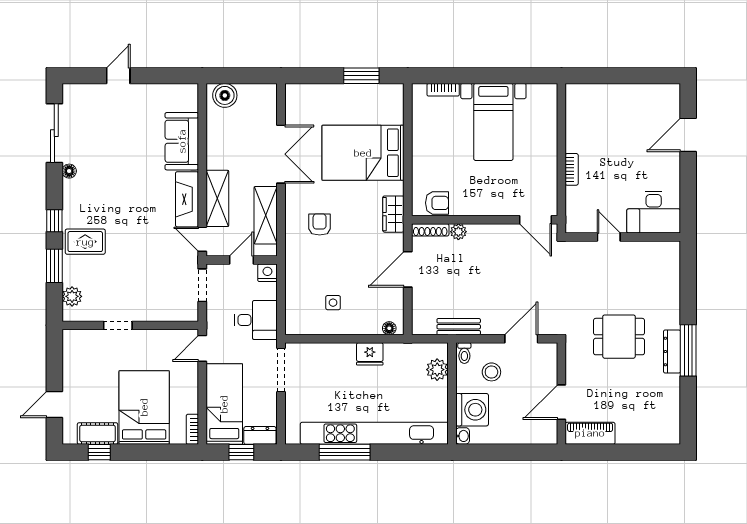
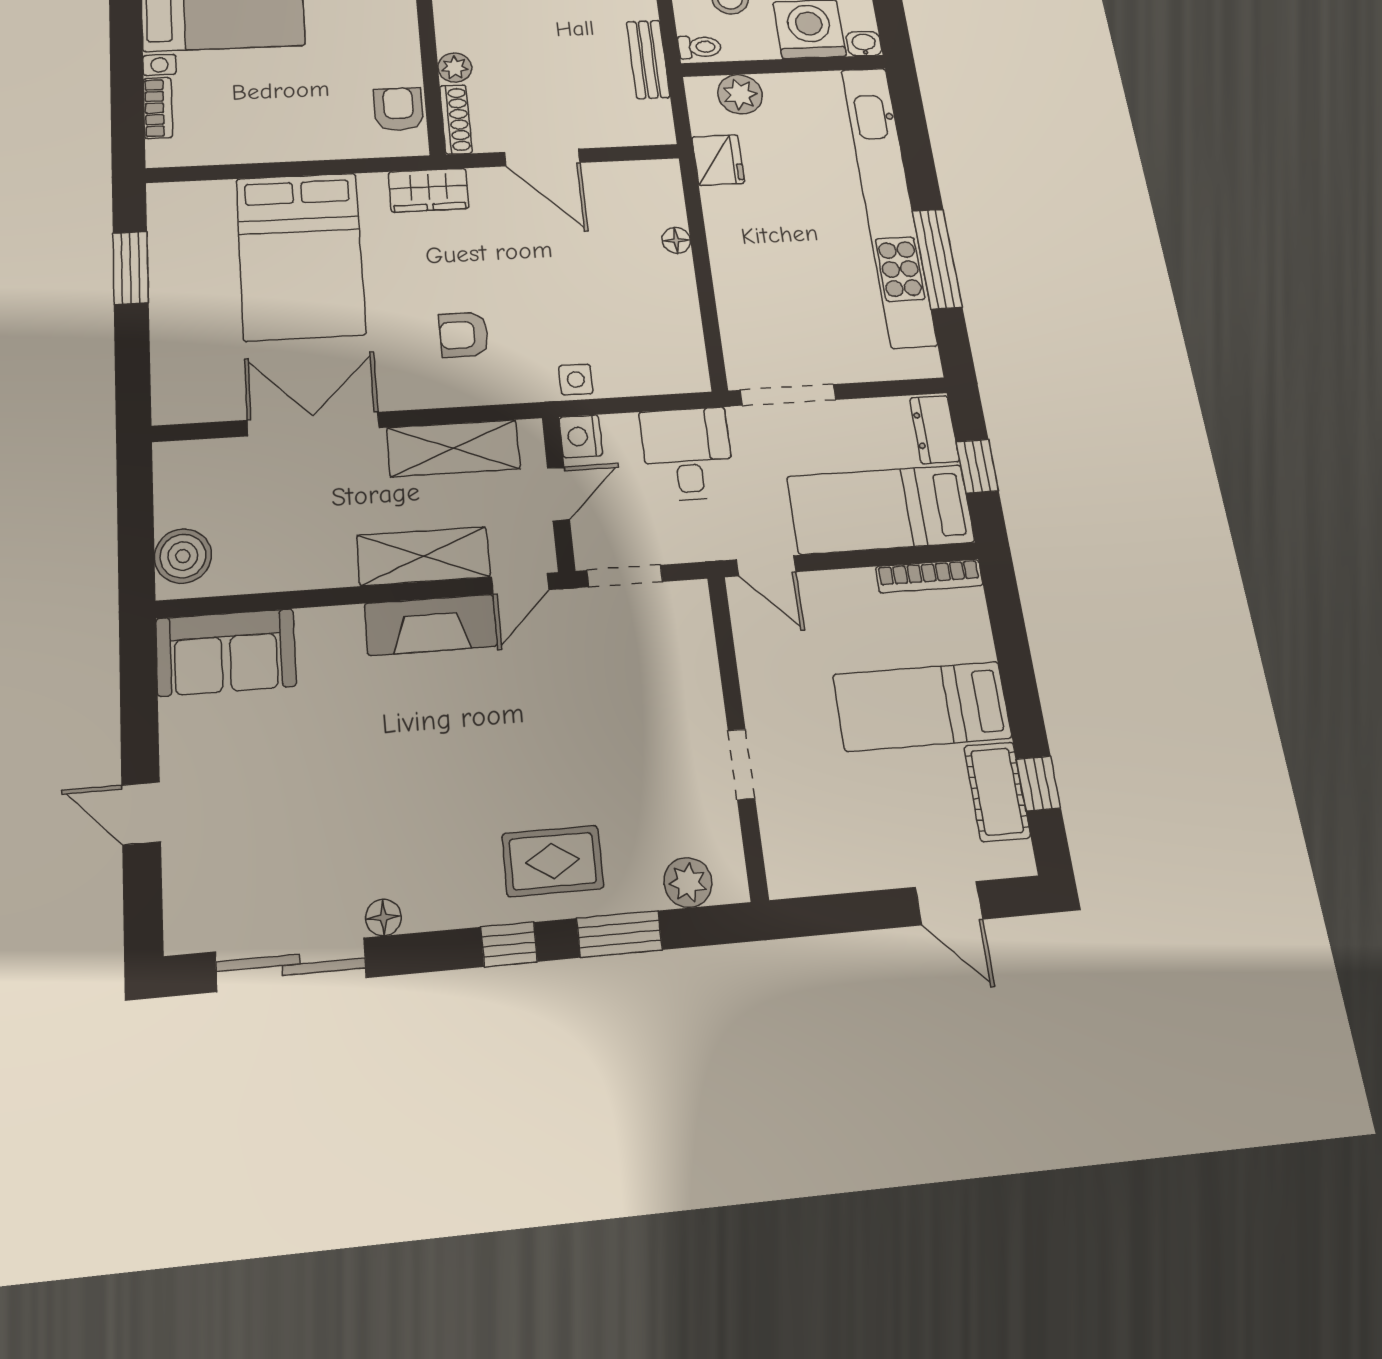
sofa: (182, 141) -> (226, 652), moved
rug: (85, 242) -> (553, 861), turned 90
door: (241, 260) -> (558, 494), swing flipped
side table: (333, 303) -> (576, 379), moved
floor lamp: (389, 328) -> (676, 240), moved
fridge: (370, 354) -> (718, 160), moved
bed: (144, 407) -> (922, 706), width x0.67
bookcase: (192, 429) -> (929, 576), width x1.56

